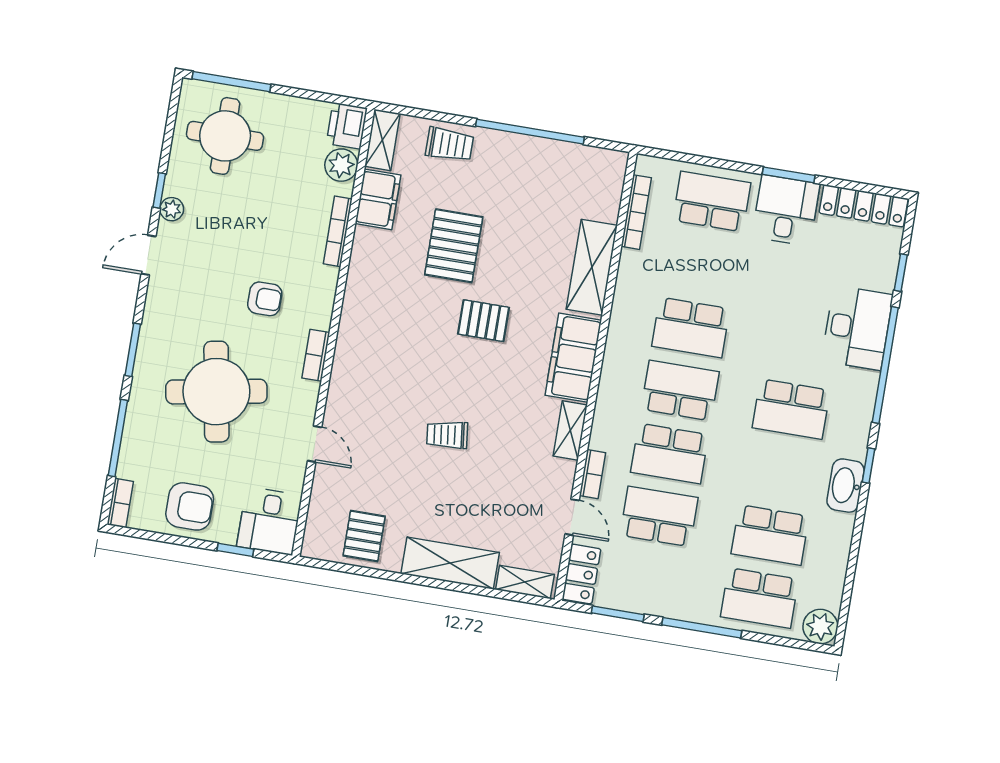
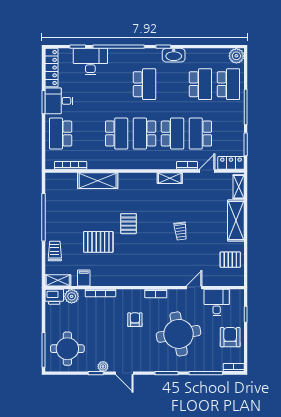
filing cabinet: (378, 199) -> (84, 278), width x0.50
desk: (857, 328) -> (90, 62), moved
filing cabinet: (573, 358) -> (138, 182), removed
desk: (269, 521) -> (217, 303), moved, turned -90

